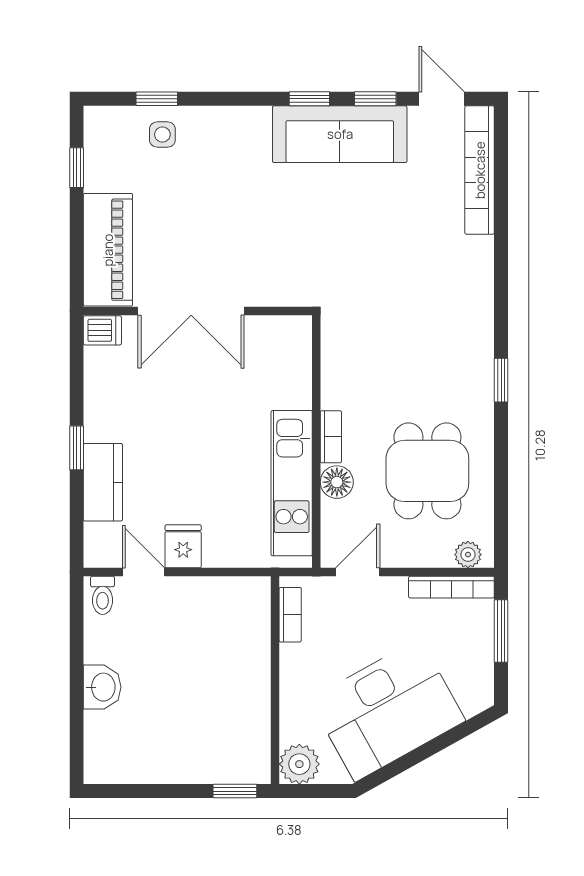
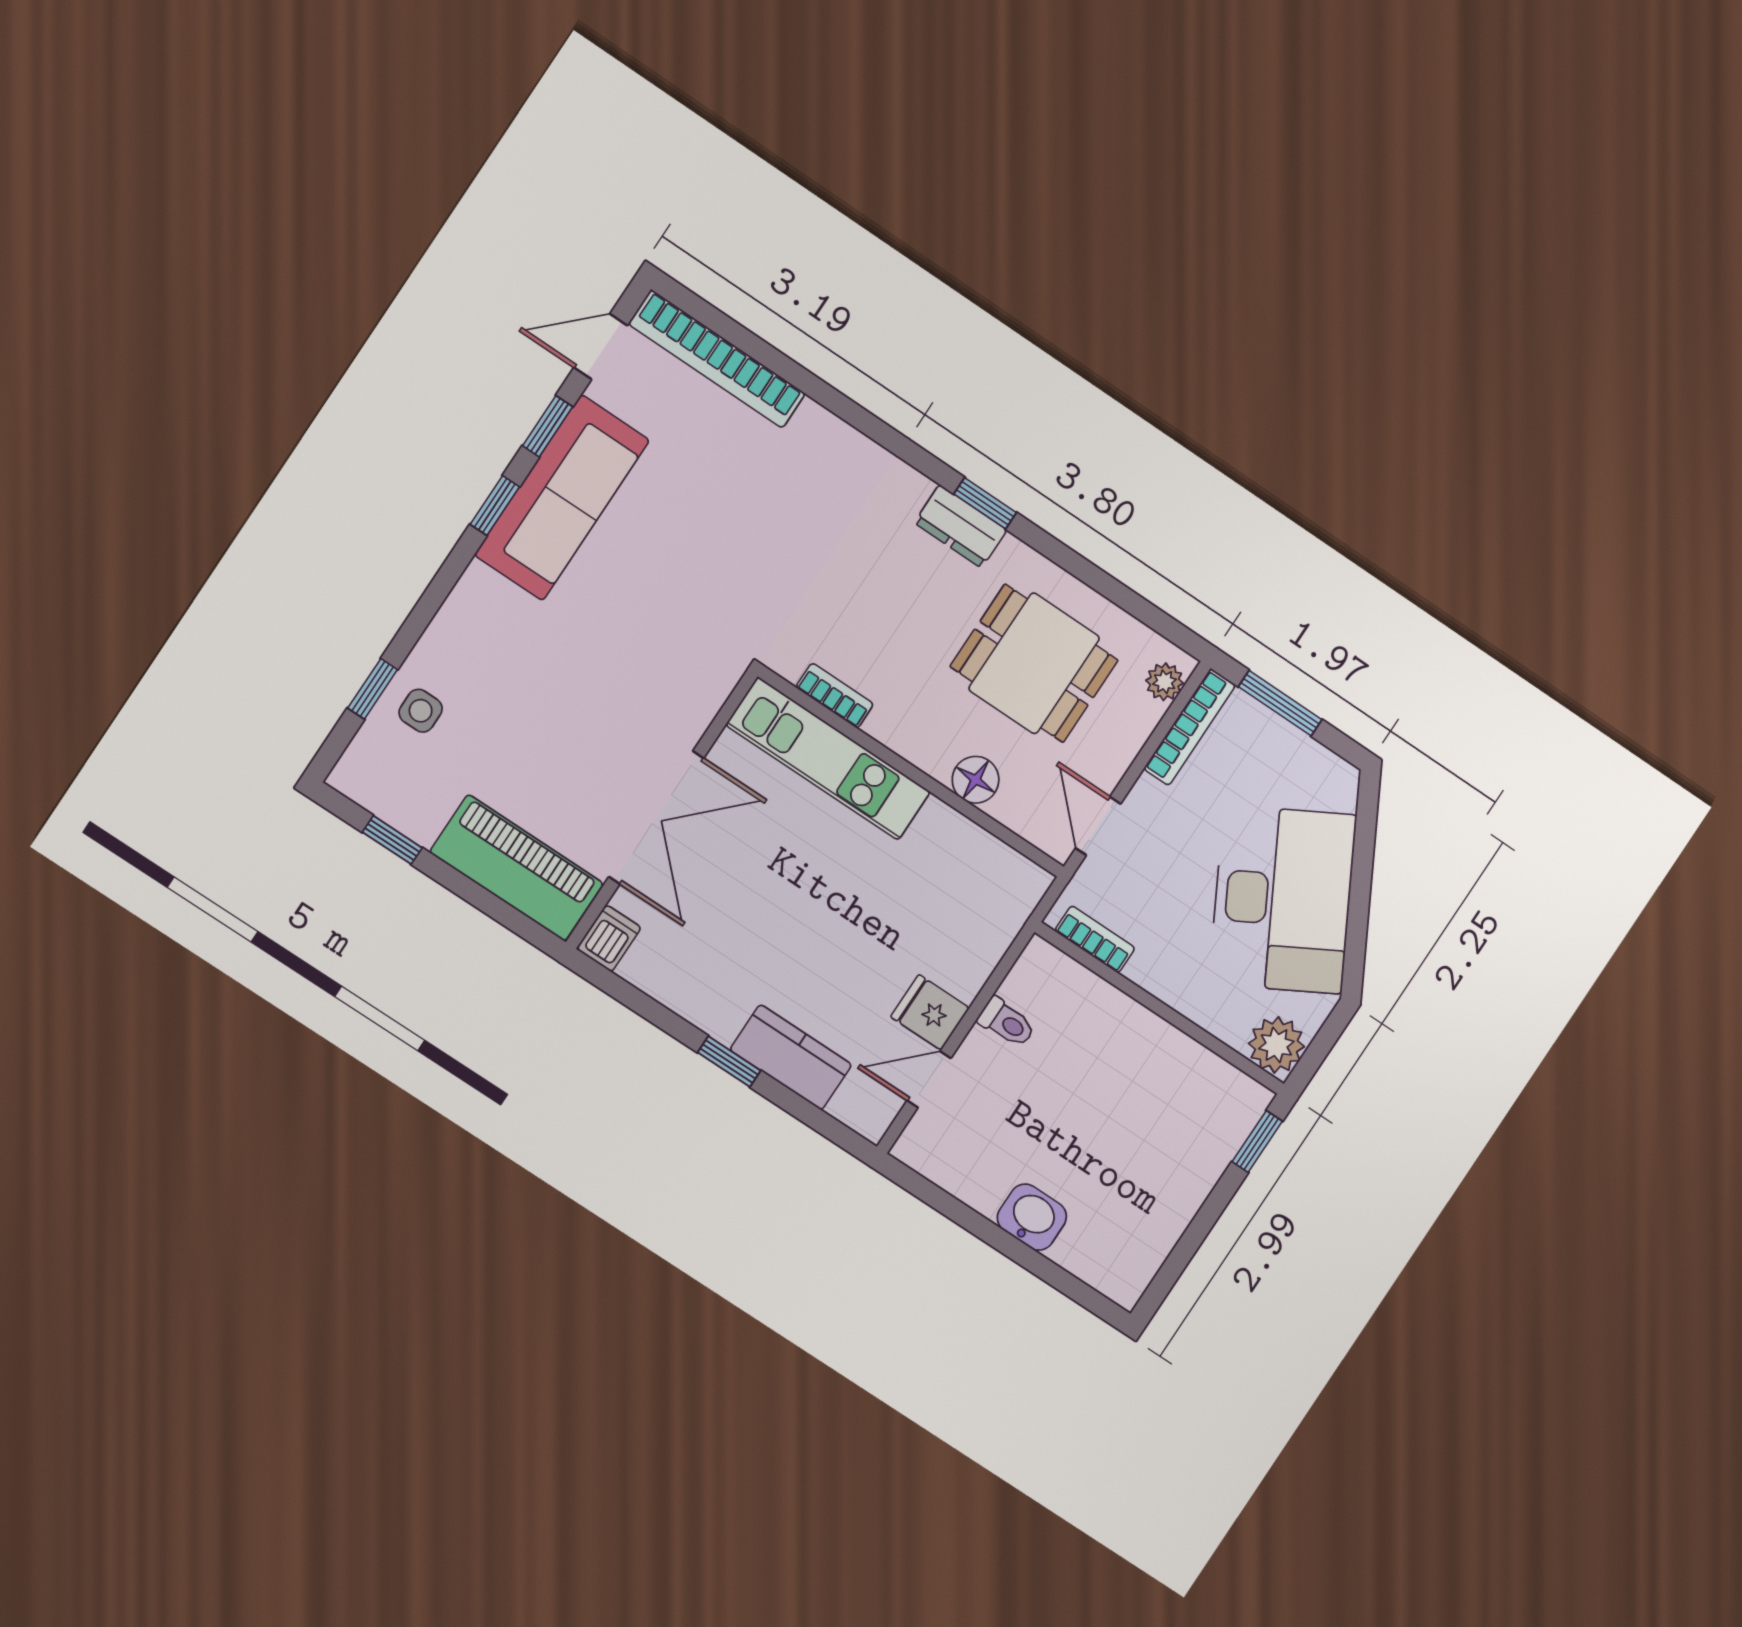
dresser: (478, 375) -> (961, 526), added
bookcase: (331, 437) -> (835, 696), moved
kitchen unit: (292, 483) -> (828, 759), moved
toilet: (103, 595) -> (1007, 1022), moved

